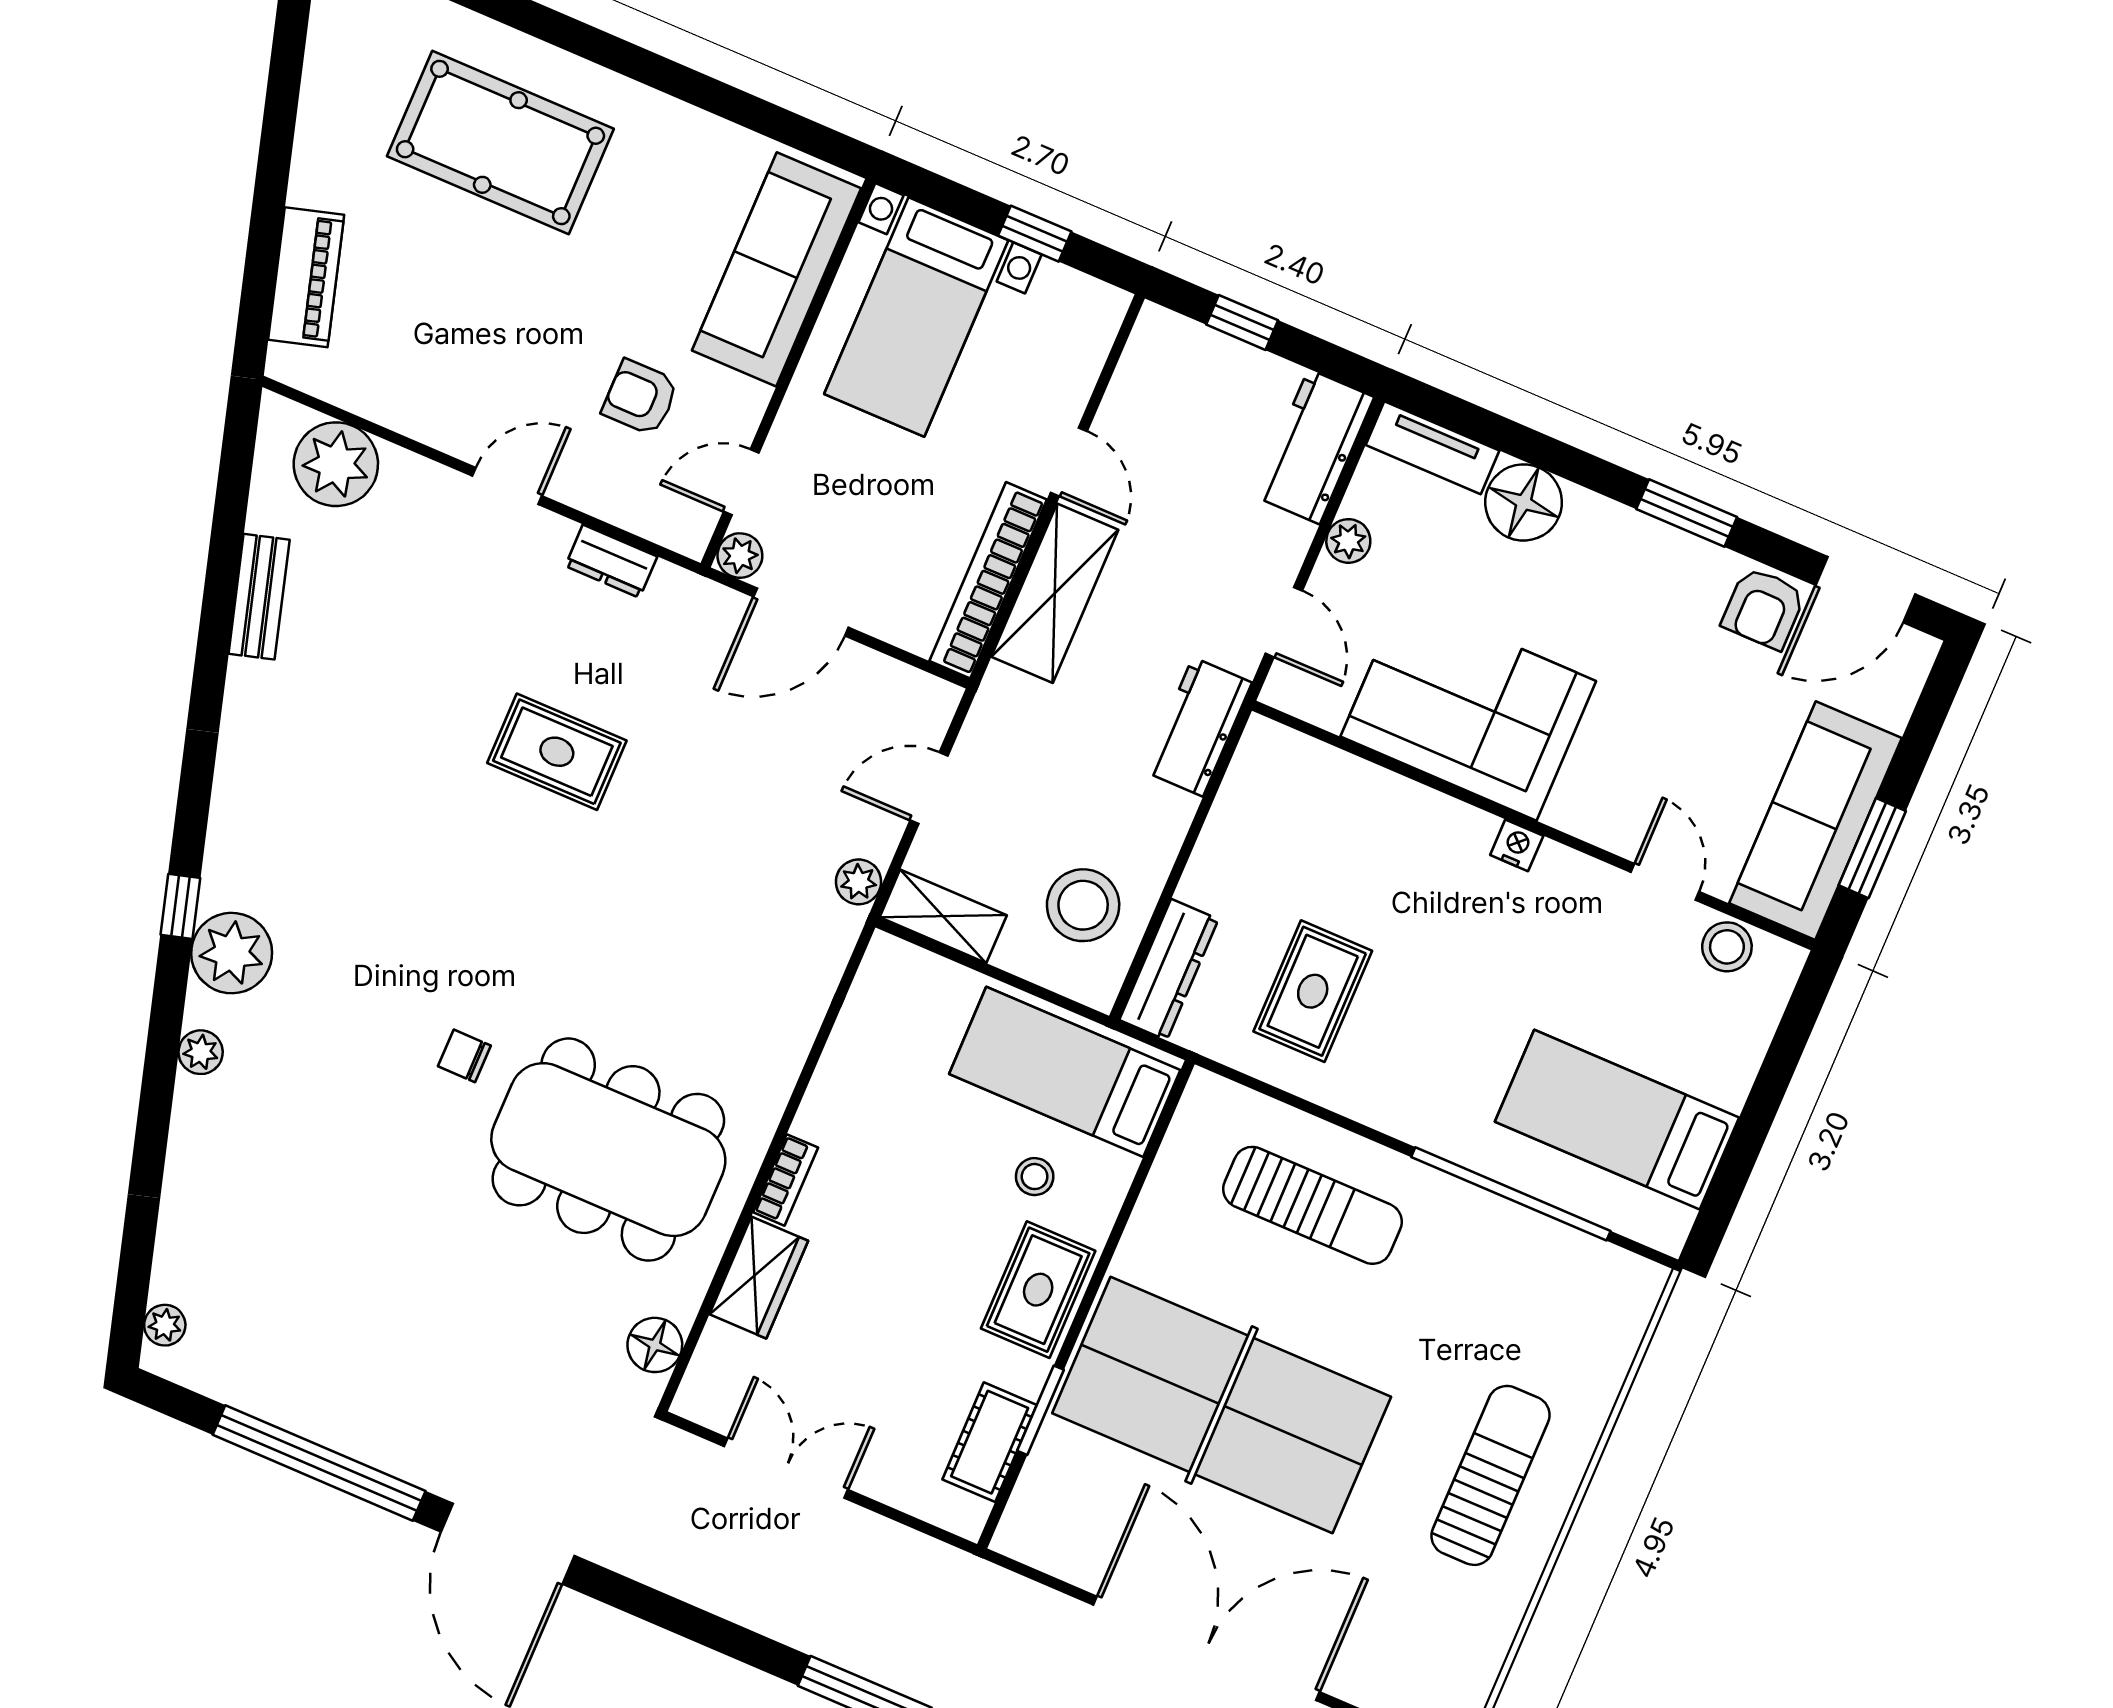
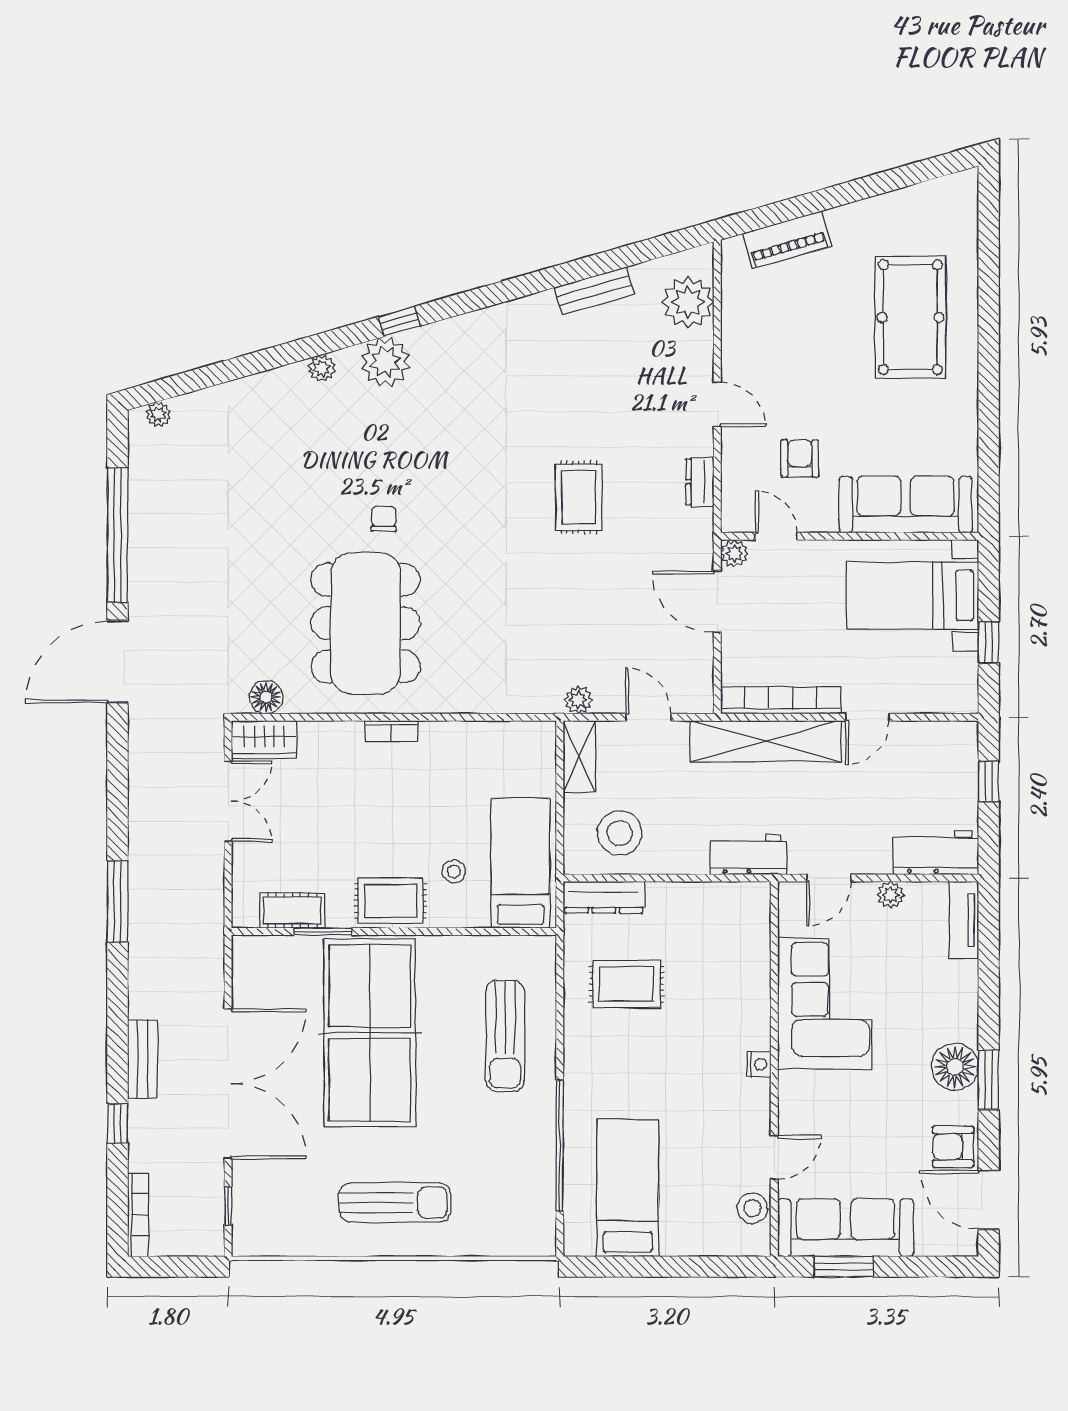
floor lamp: (1524, 502) -> (955, 1067), moved
shelving: (1055, 593) -> (766, 741), width x1.47
wardrobe: (759, 1278) -> (264, 740), moved

